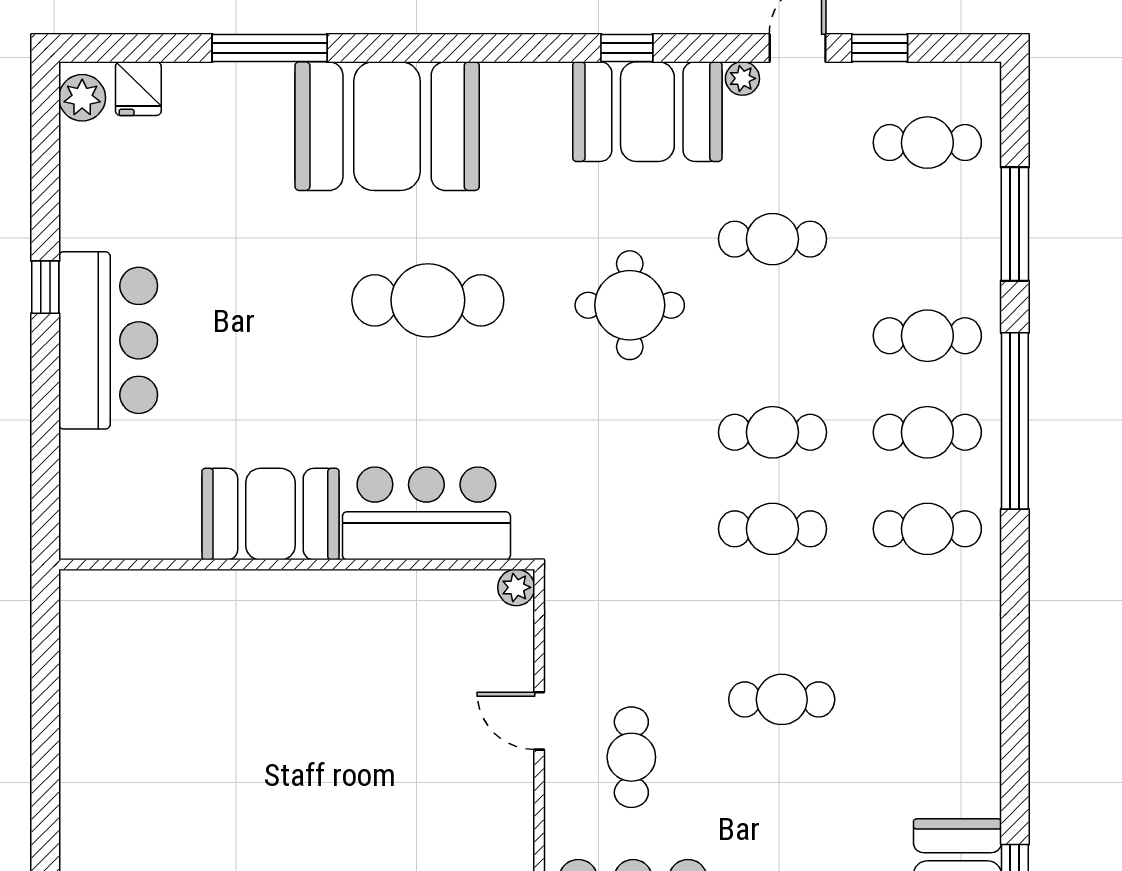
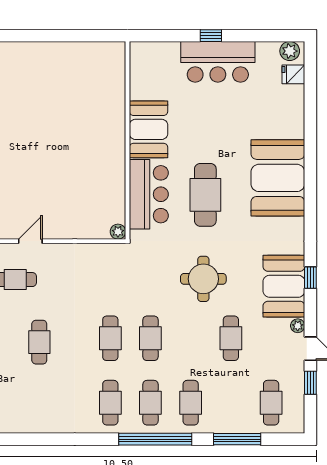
window: (270, 48) -> (310, 129), removed
bar counter: (108, 340) -> (218, 62), moved
bar counter: (426, 513) -> (149, 194), moved
booth: (270, 514) -> (149, 129), moved
wall: (297, 565) -> (128, 140), moved
plant: (516, 587) -> (118, 232), moved

